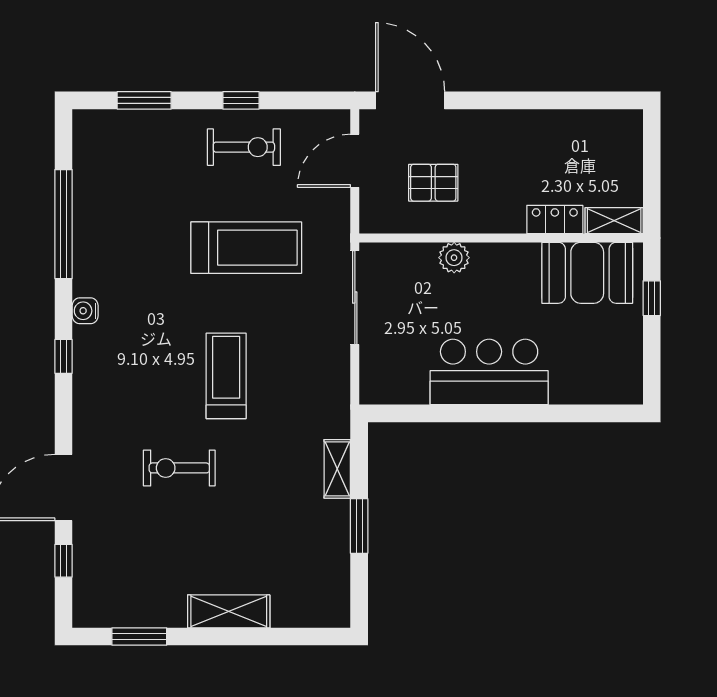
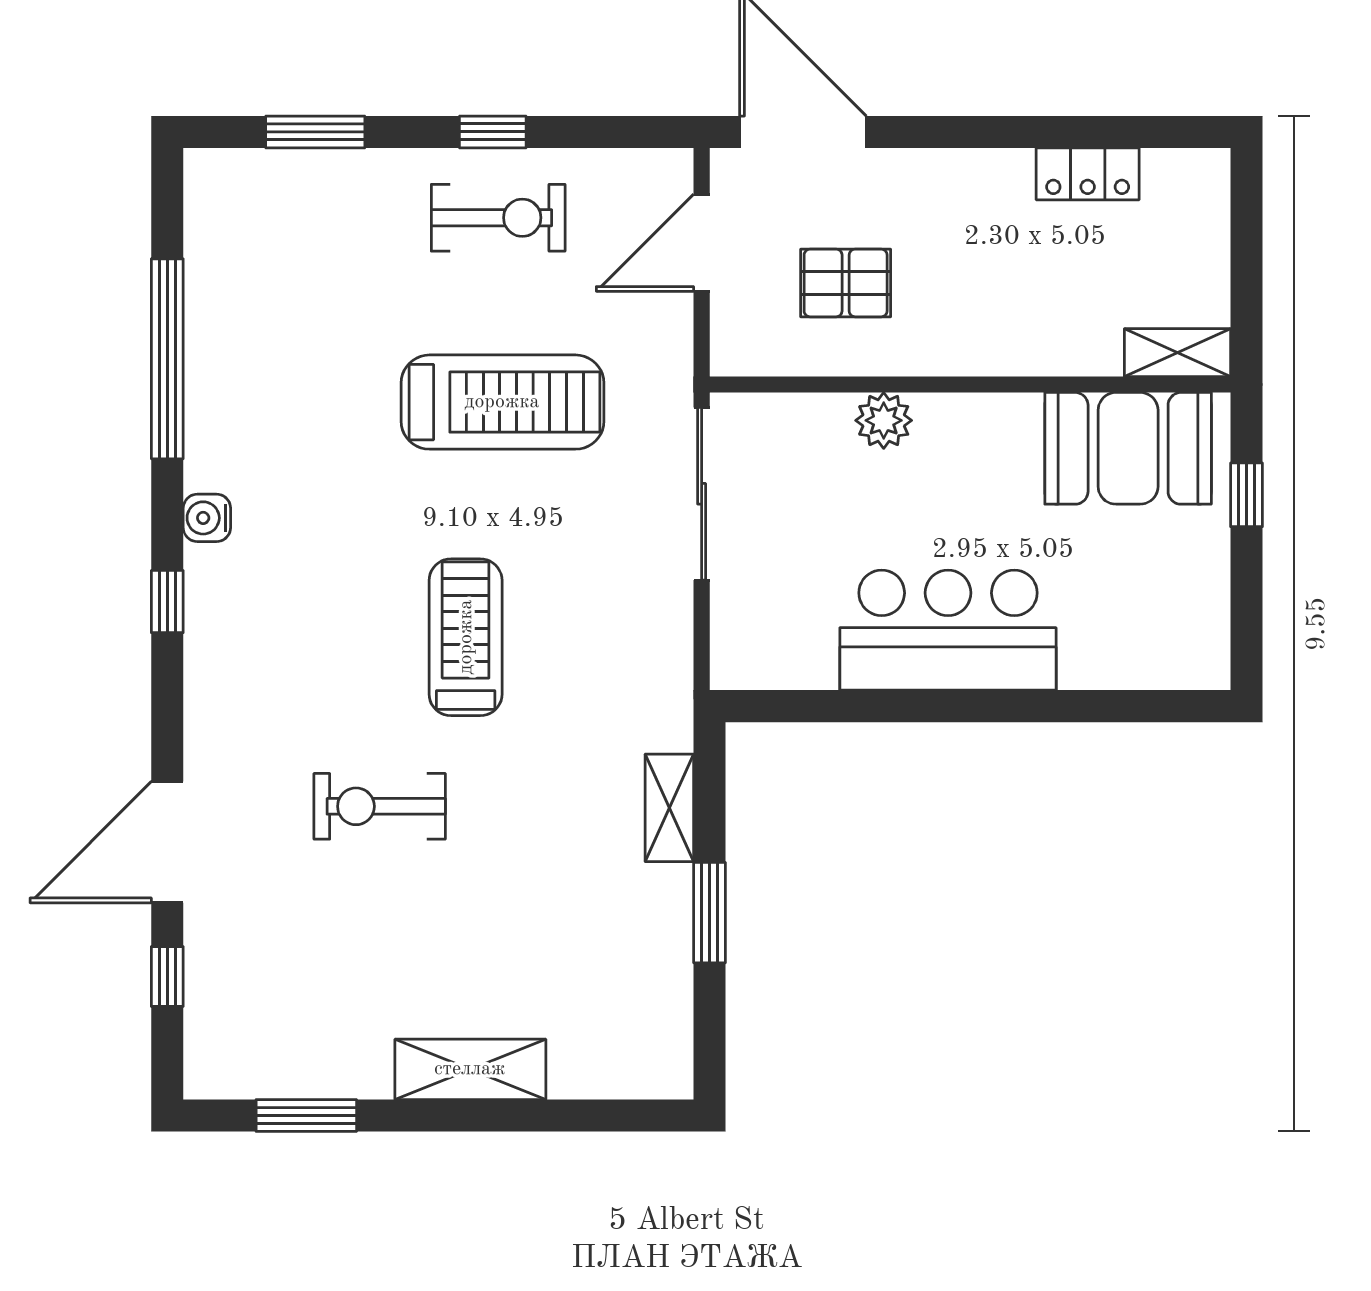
locker: (555, 220) -> (1088, 174), moved, turned 180

